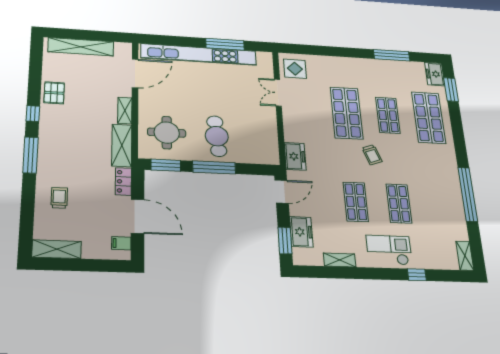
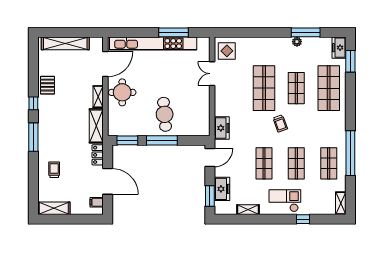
plant: (382, 64) -> (297, 42), added
round table: (167, 133) -> (122, 92), moved
shop shelf: (441, 205) -> (329, 163), added

